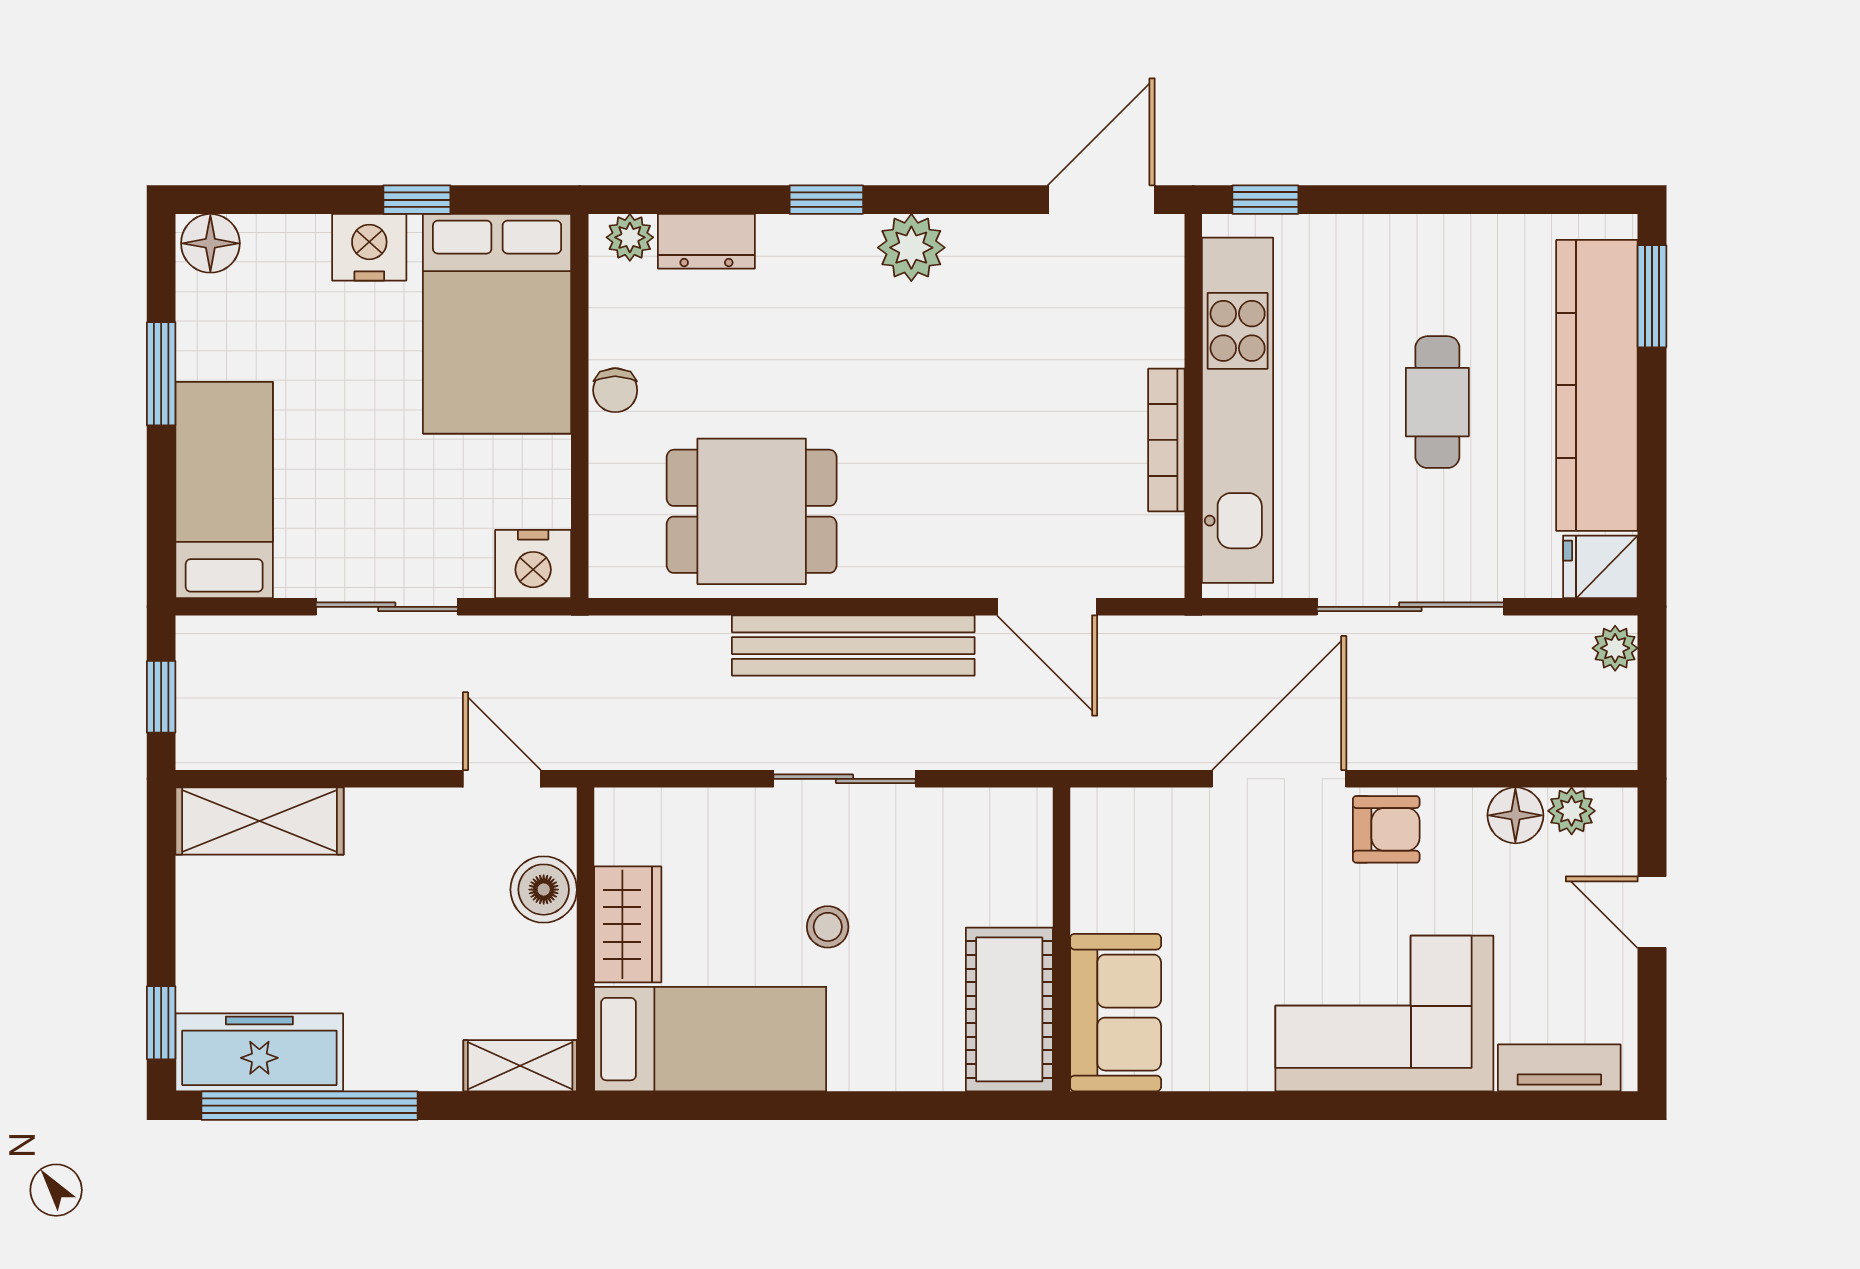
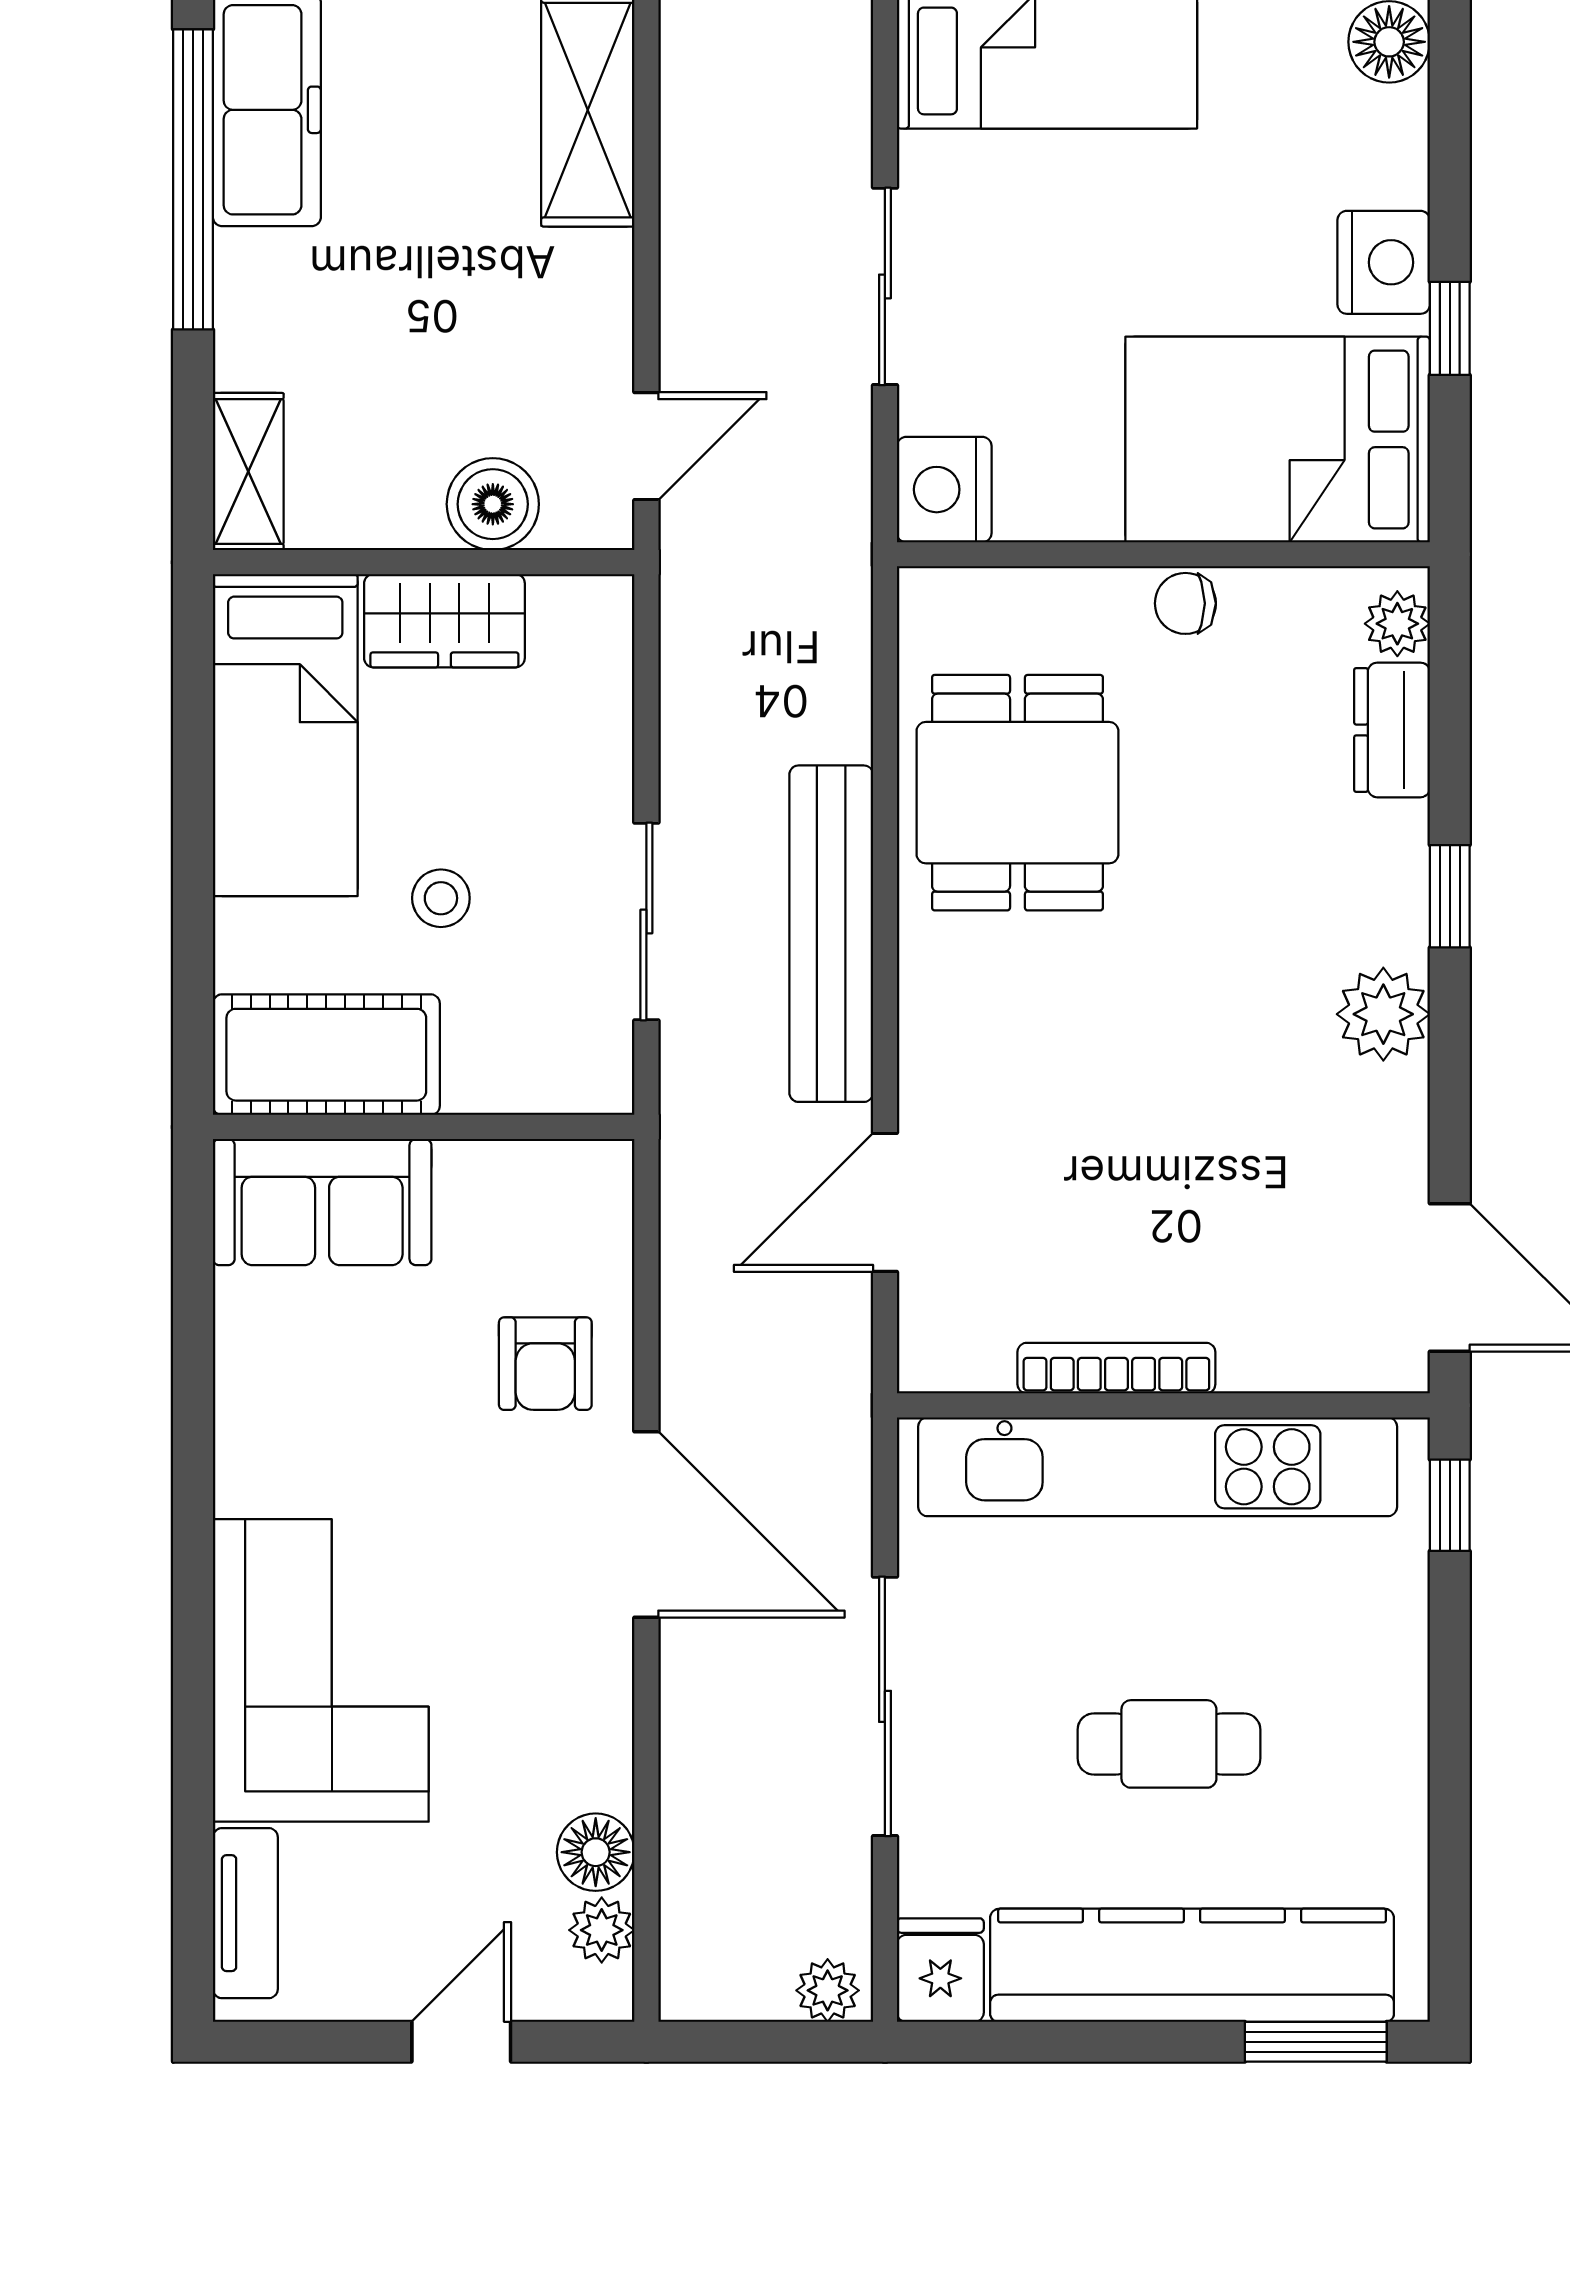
armchair: (1386, 829) -> (545, 1364), moved
wall: (1061, 939) -> (424, 1127), moved
cot: (1009, 1009) -> (326, 1055), moved
sofa: (1116, 1013) -> (322, 1202), moved

